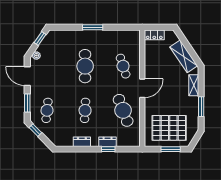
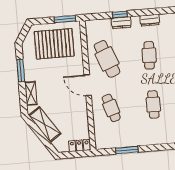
window: (93, 27) -> (127, 150), moved
cafe table: (85, 66) -> (153, 104), width x0.73, depth x0.74
door: (142, 88) -> (88, 85), hinge flipped
window: (171, 149) -> (65, 19), moved

